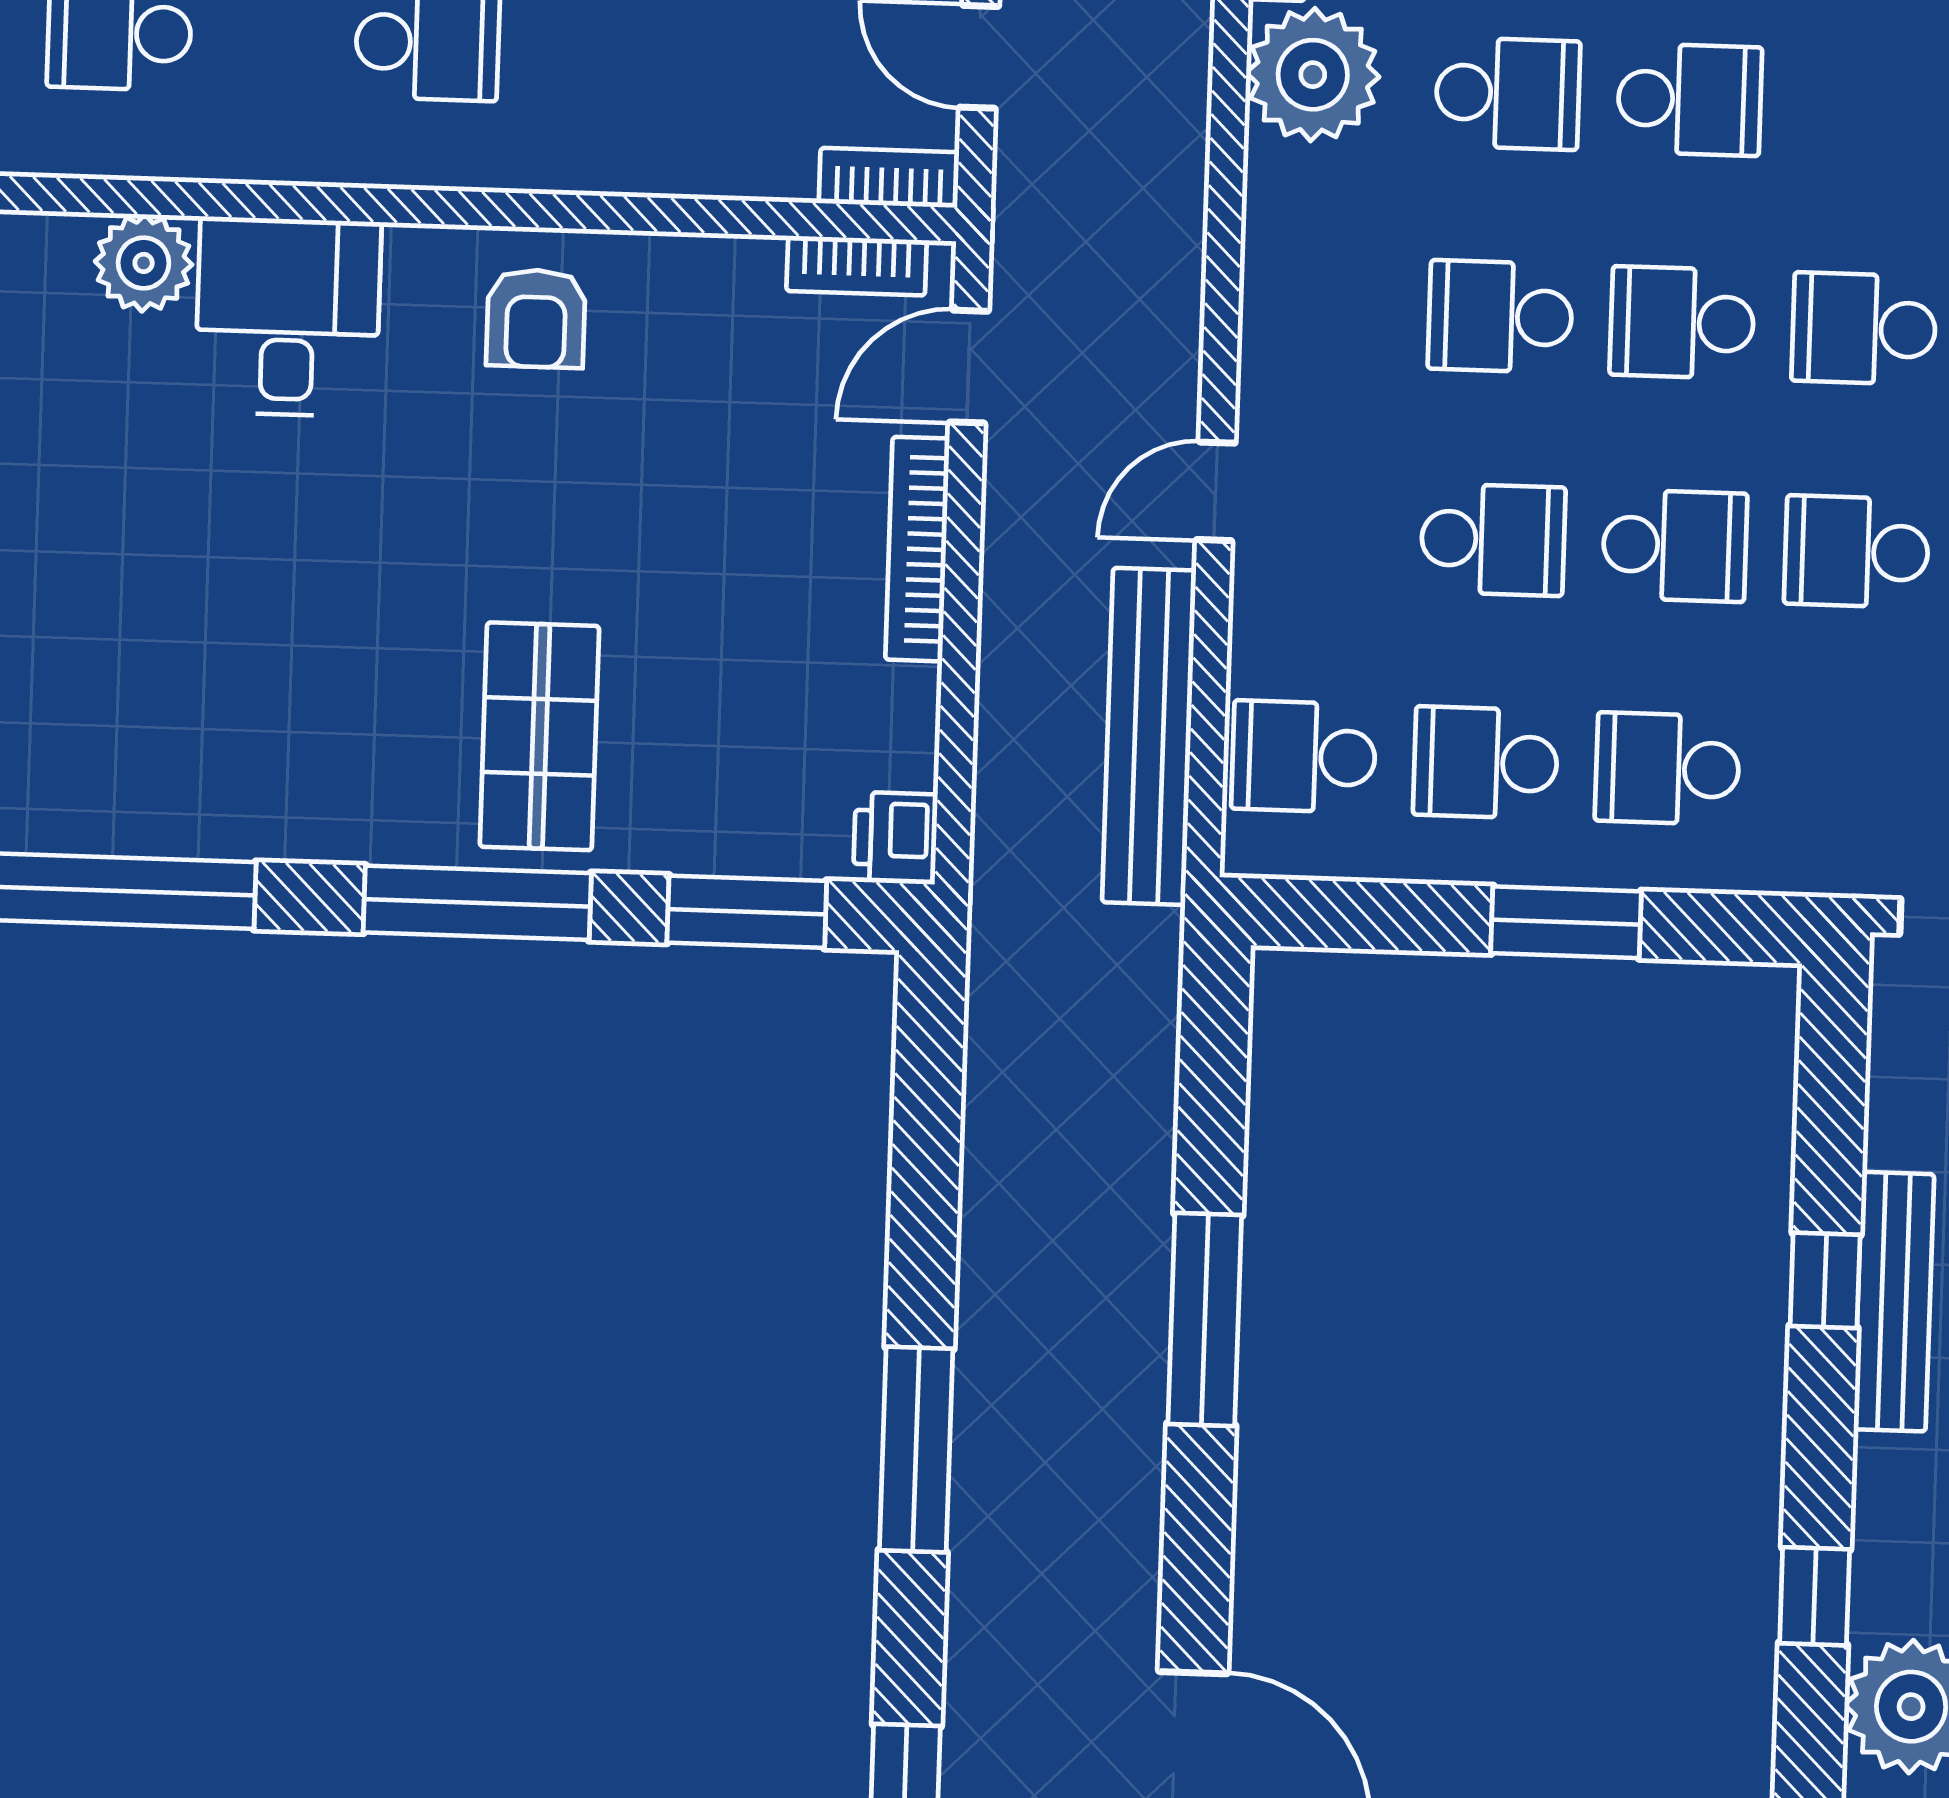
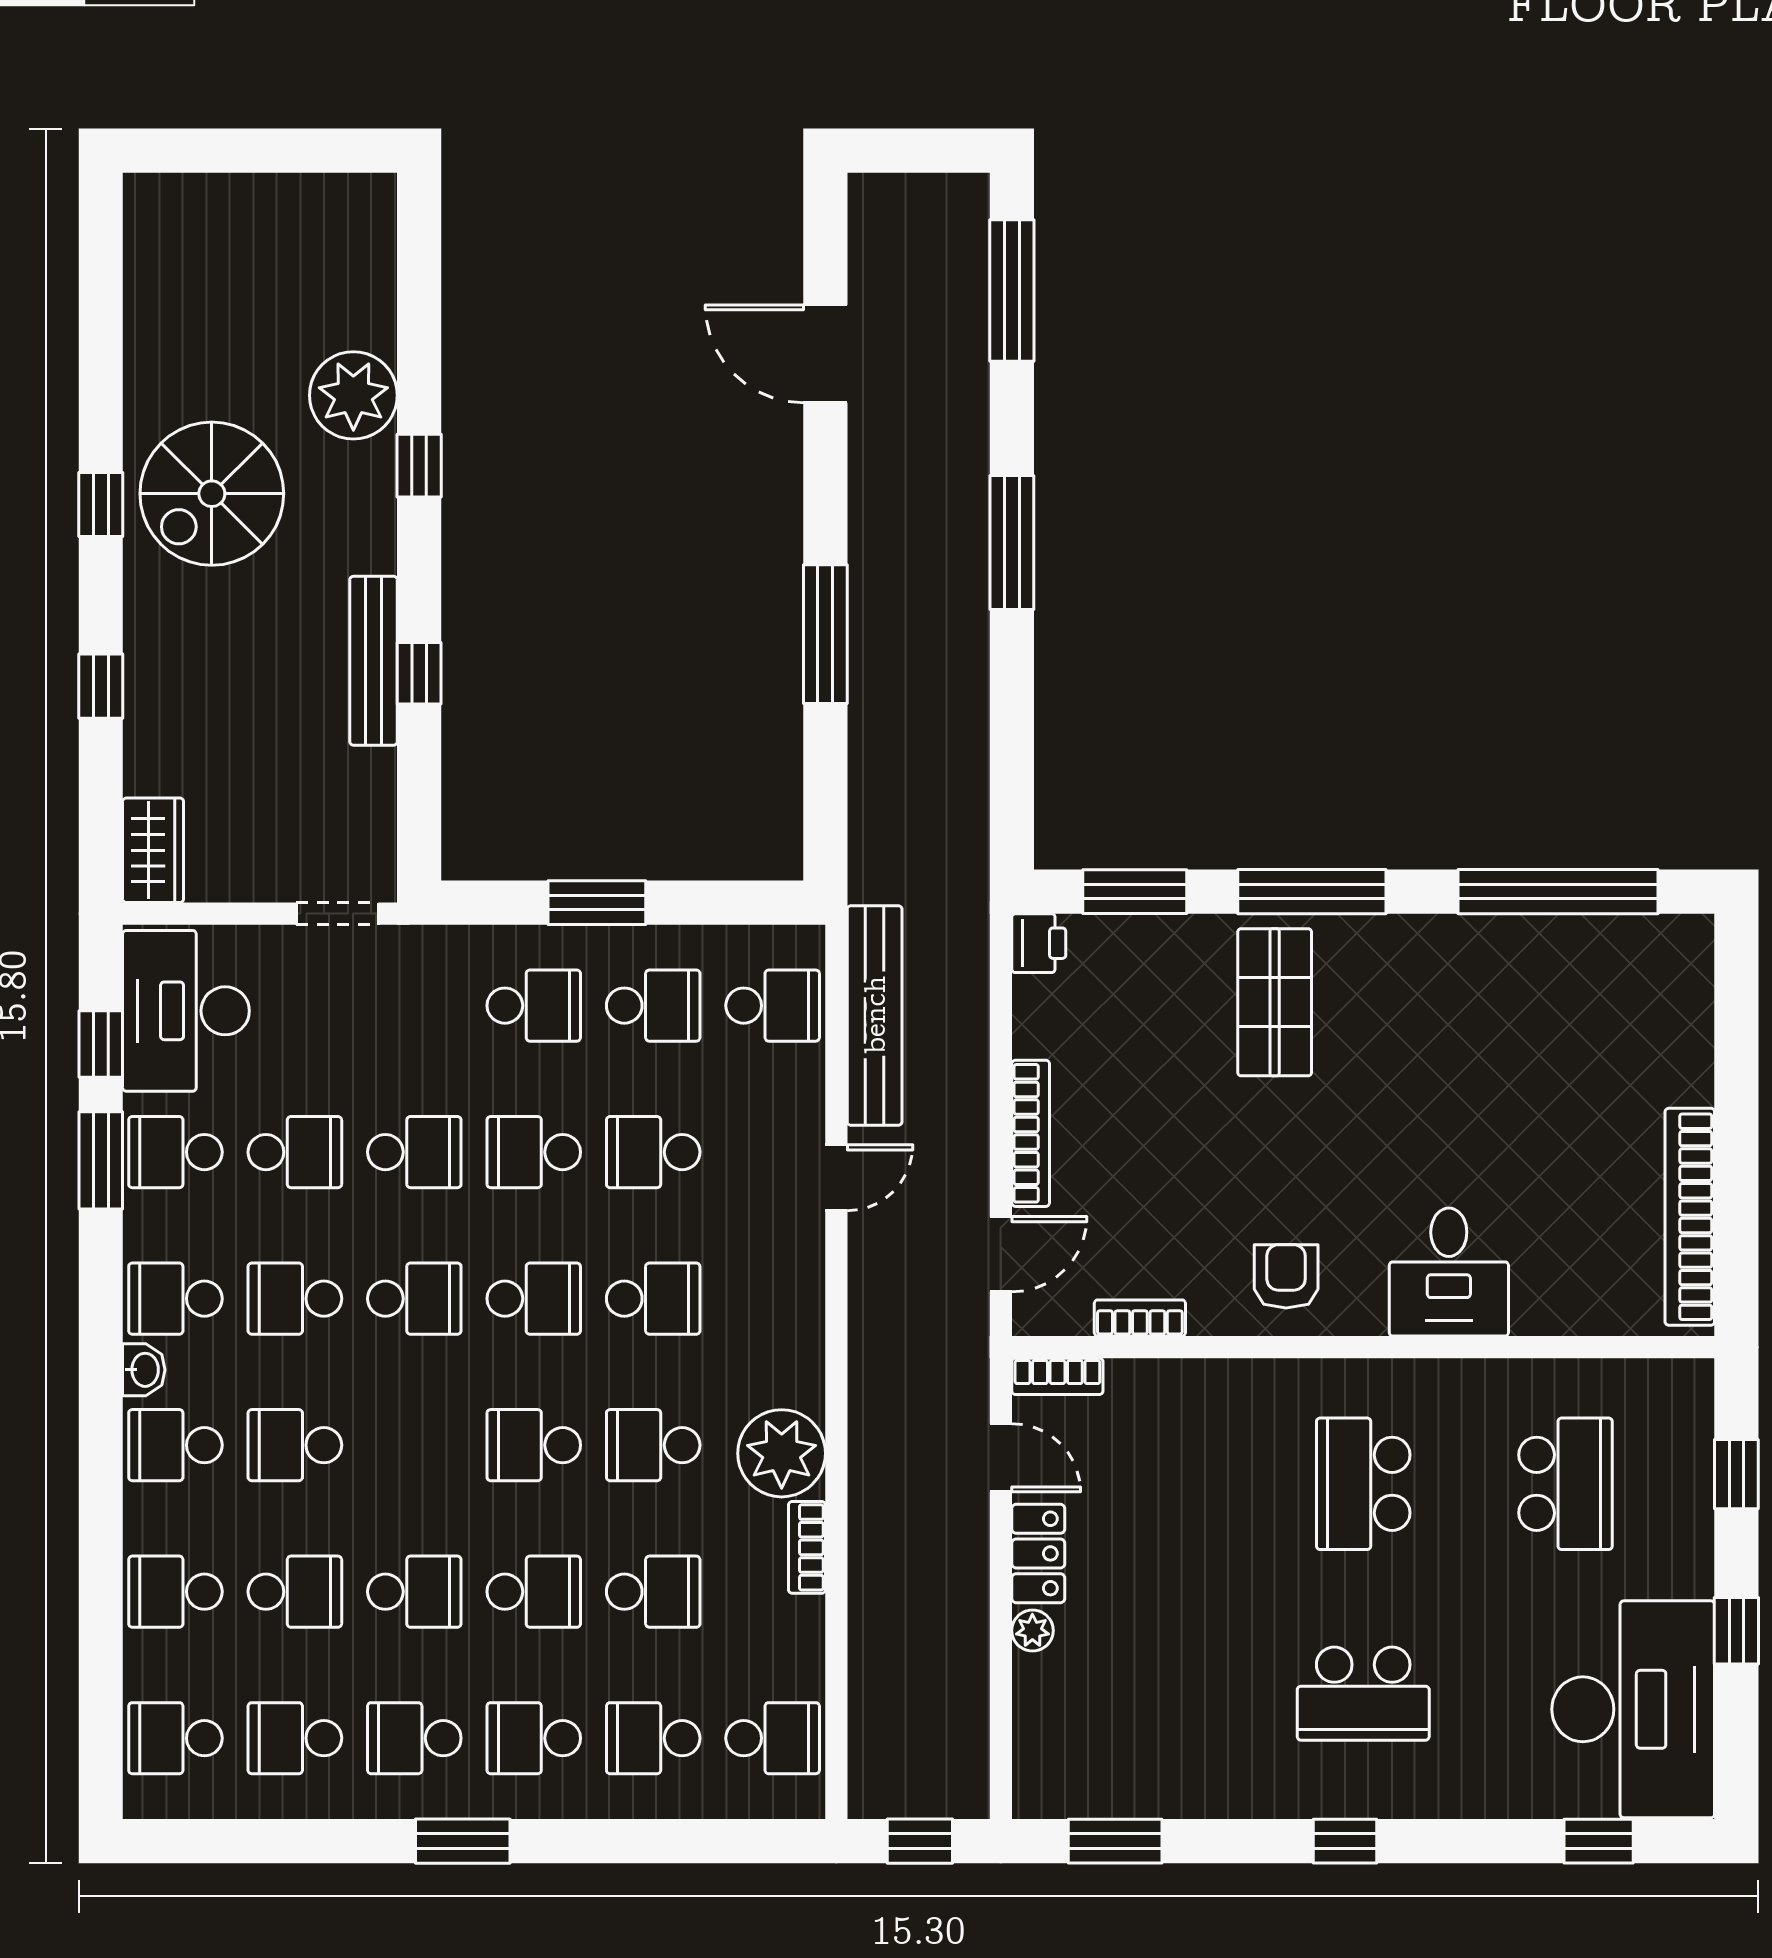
plant: (144, 263) -> (1545, 1304), removed
bookcase: (857, 266) -> (1140, 1318), moved

